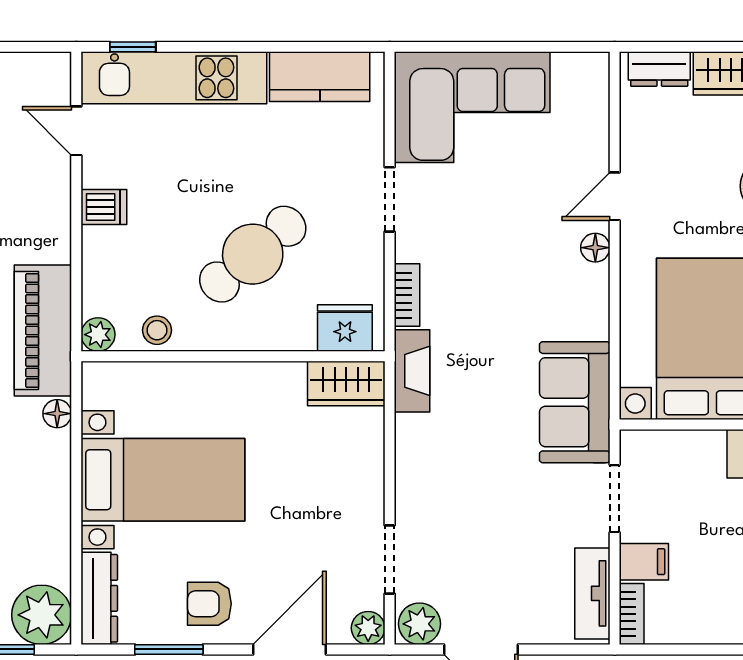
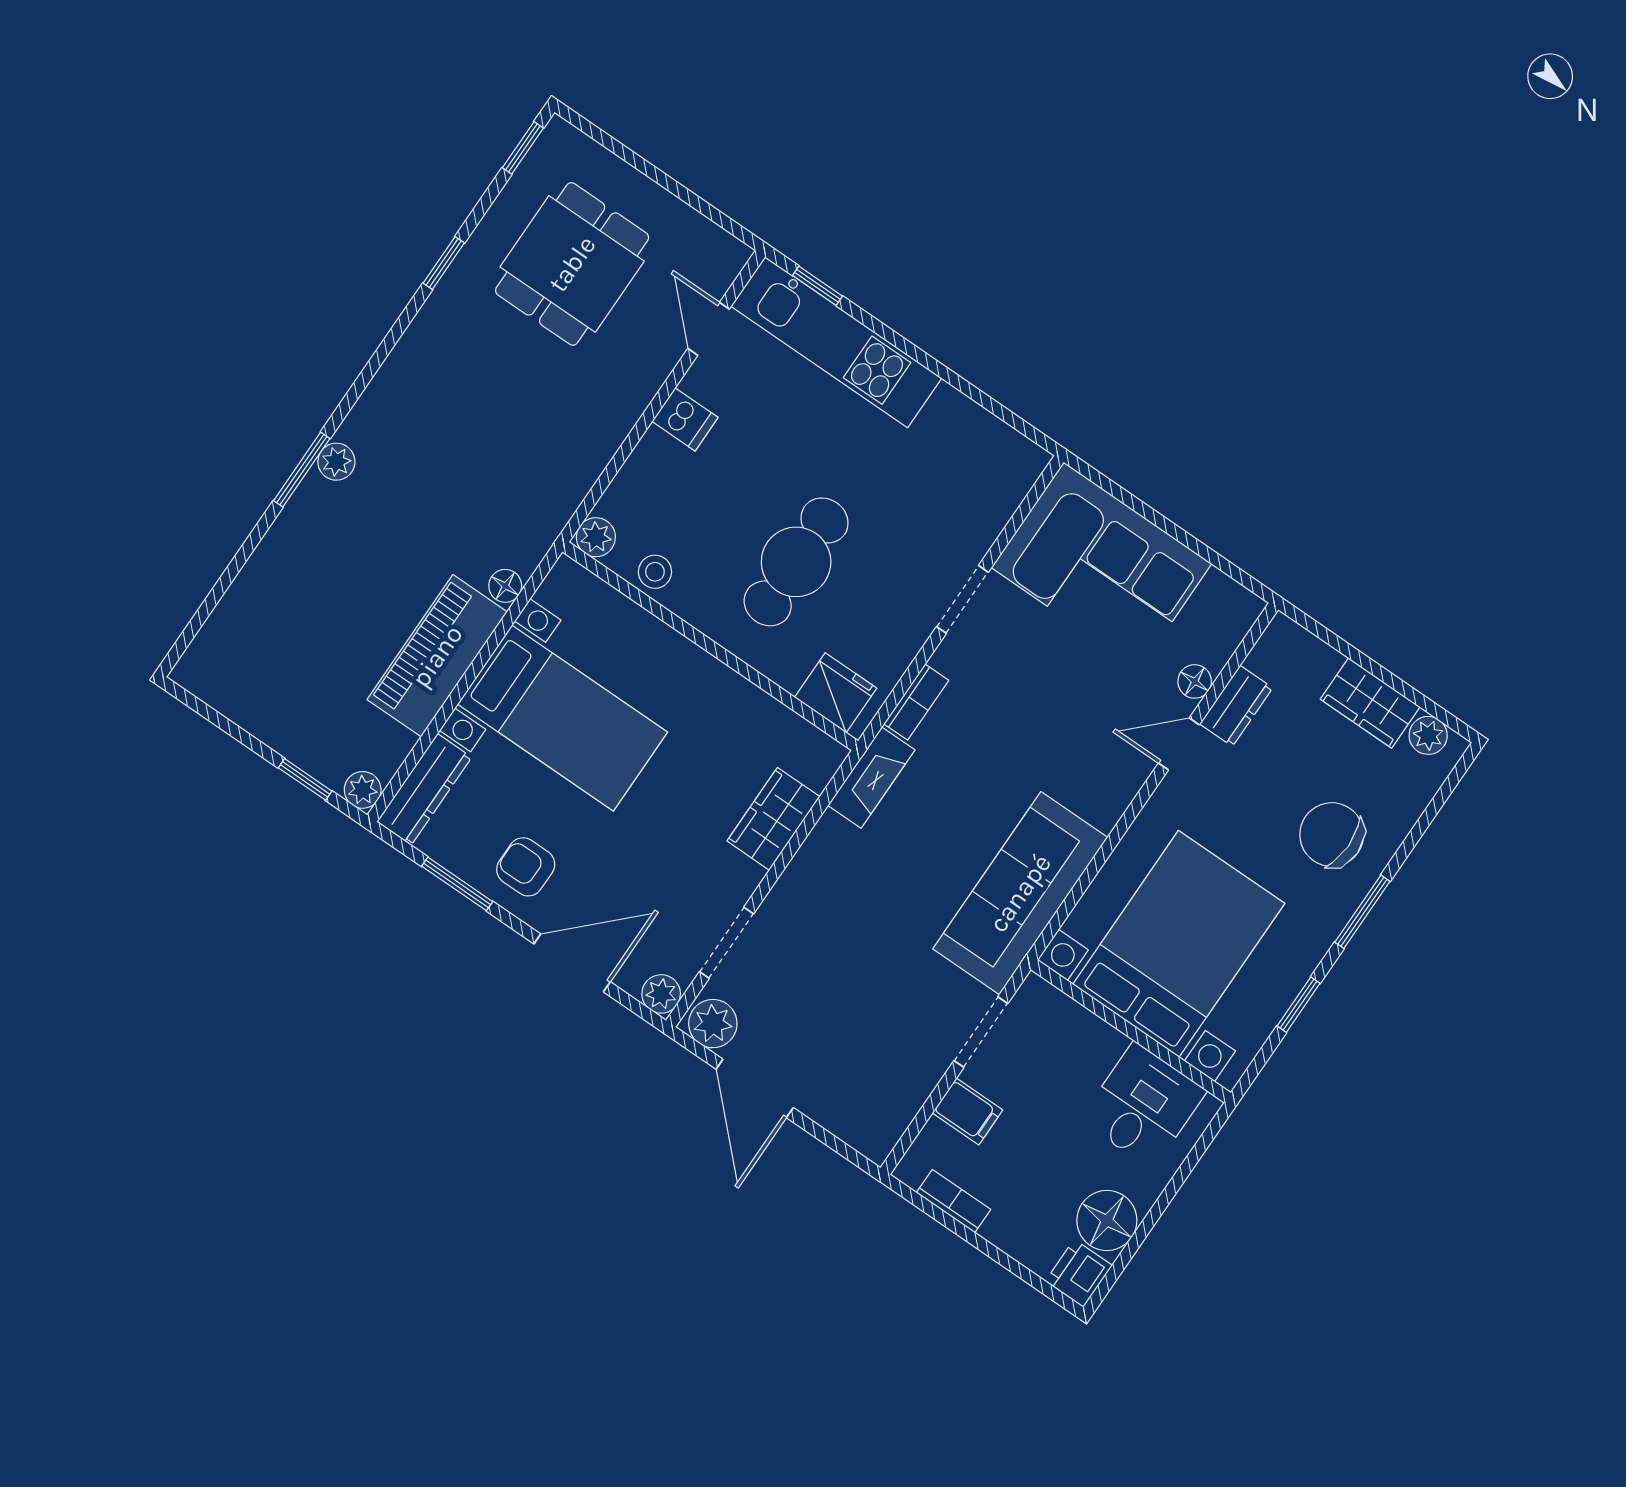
dresser: (659, 69) -> (1236, 706), moved, turned -90
kitchen counter: (320, 77) -> (976, 437), removed
floor lamp: (595, 248) -> (1195, 681), moved
cafe table: (253, 254) -> (796, 562), turned -50
piano: (43, 331) -> (437, 656), moved
wardrobe: (346, 383) -> (773, 819), moved, turned 90
sofa: (575, 402) -> (1020, 893), width x1.36
tv unit: (592, 593) -> (898, 1108), removed
bookcase: (632, 614) -> (954, 1201), moved, turned -90
plant: (42, 615) -> (363, 790), width x0.53, depth x0.53

